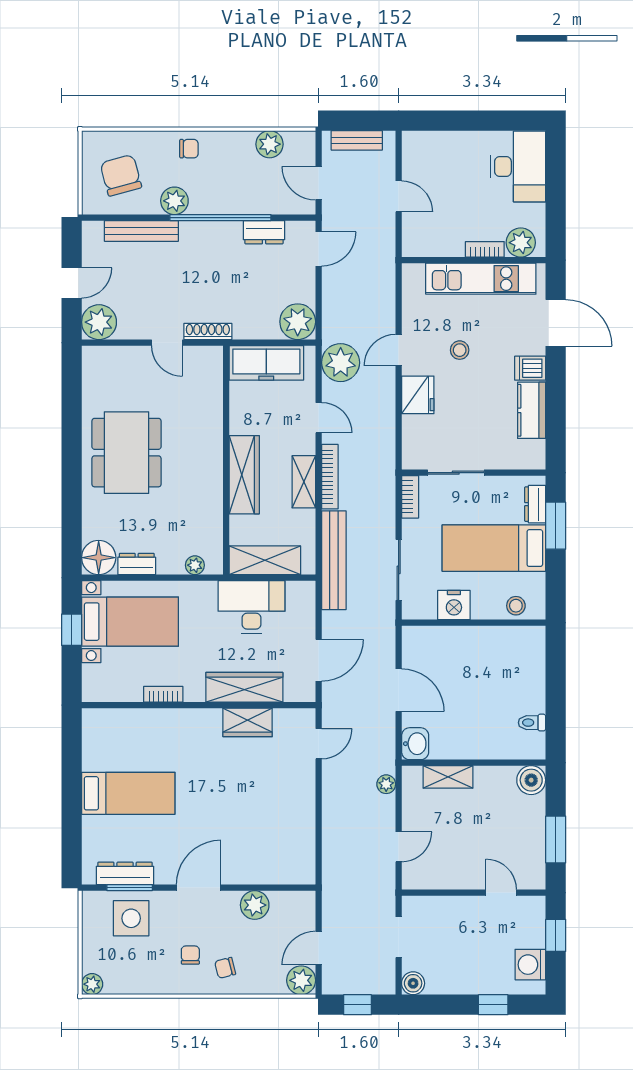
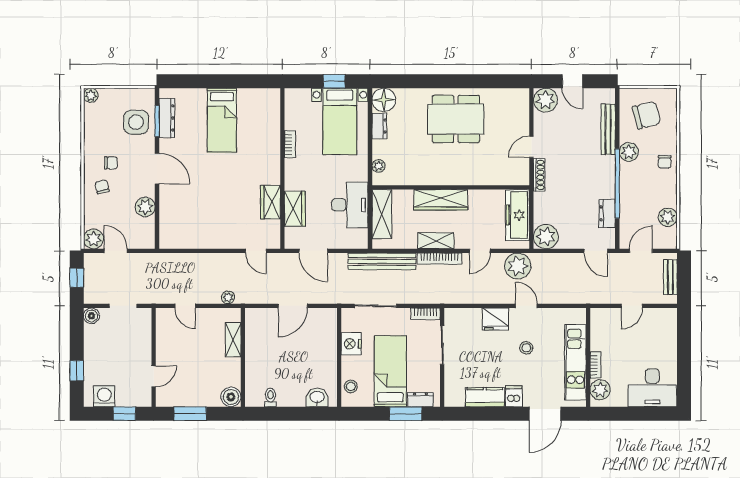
wardrobe: (244, 687) -> (295, 209), width x0.67
washbasin: (415, 744) -> (317, 398), moved, turned 180

